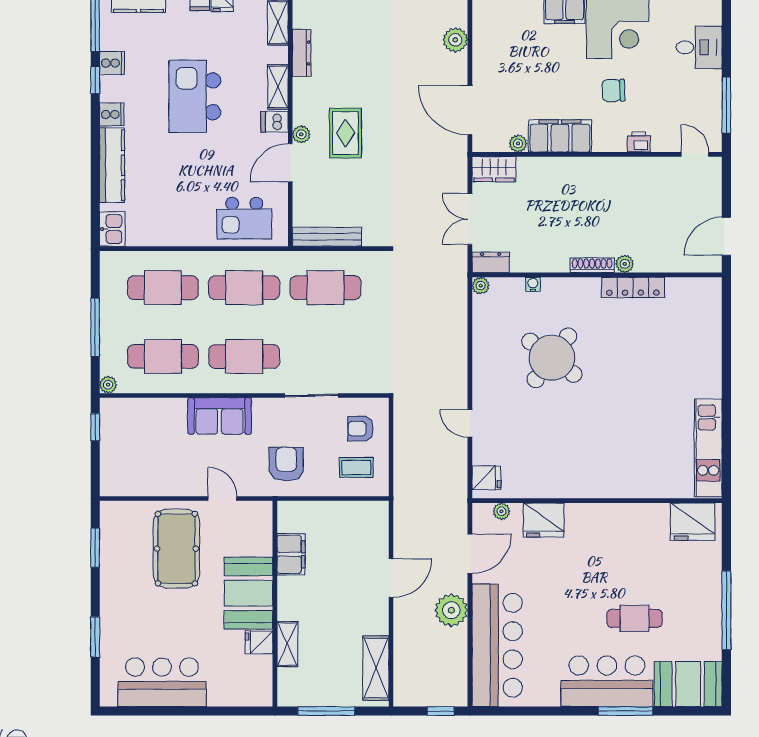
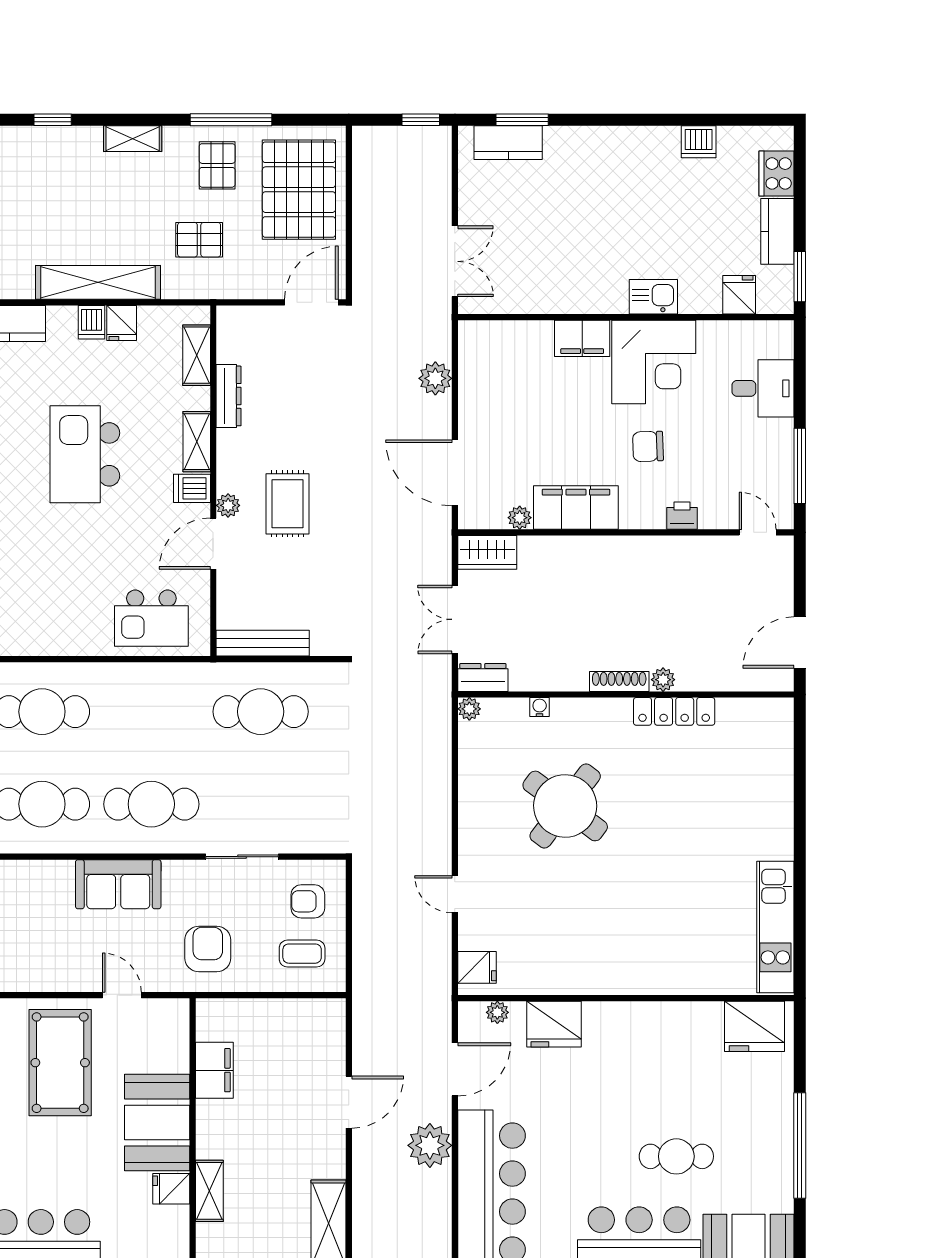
cafe table: (244, 288) -> (151, 712), removed

